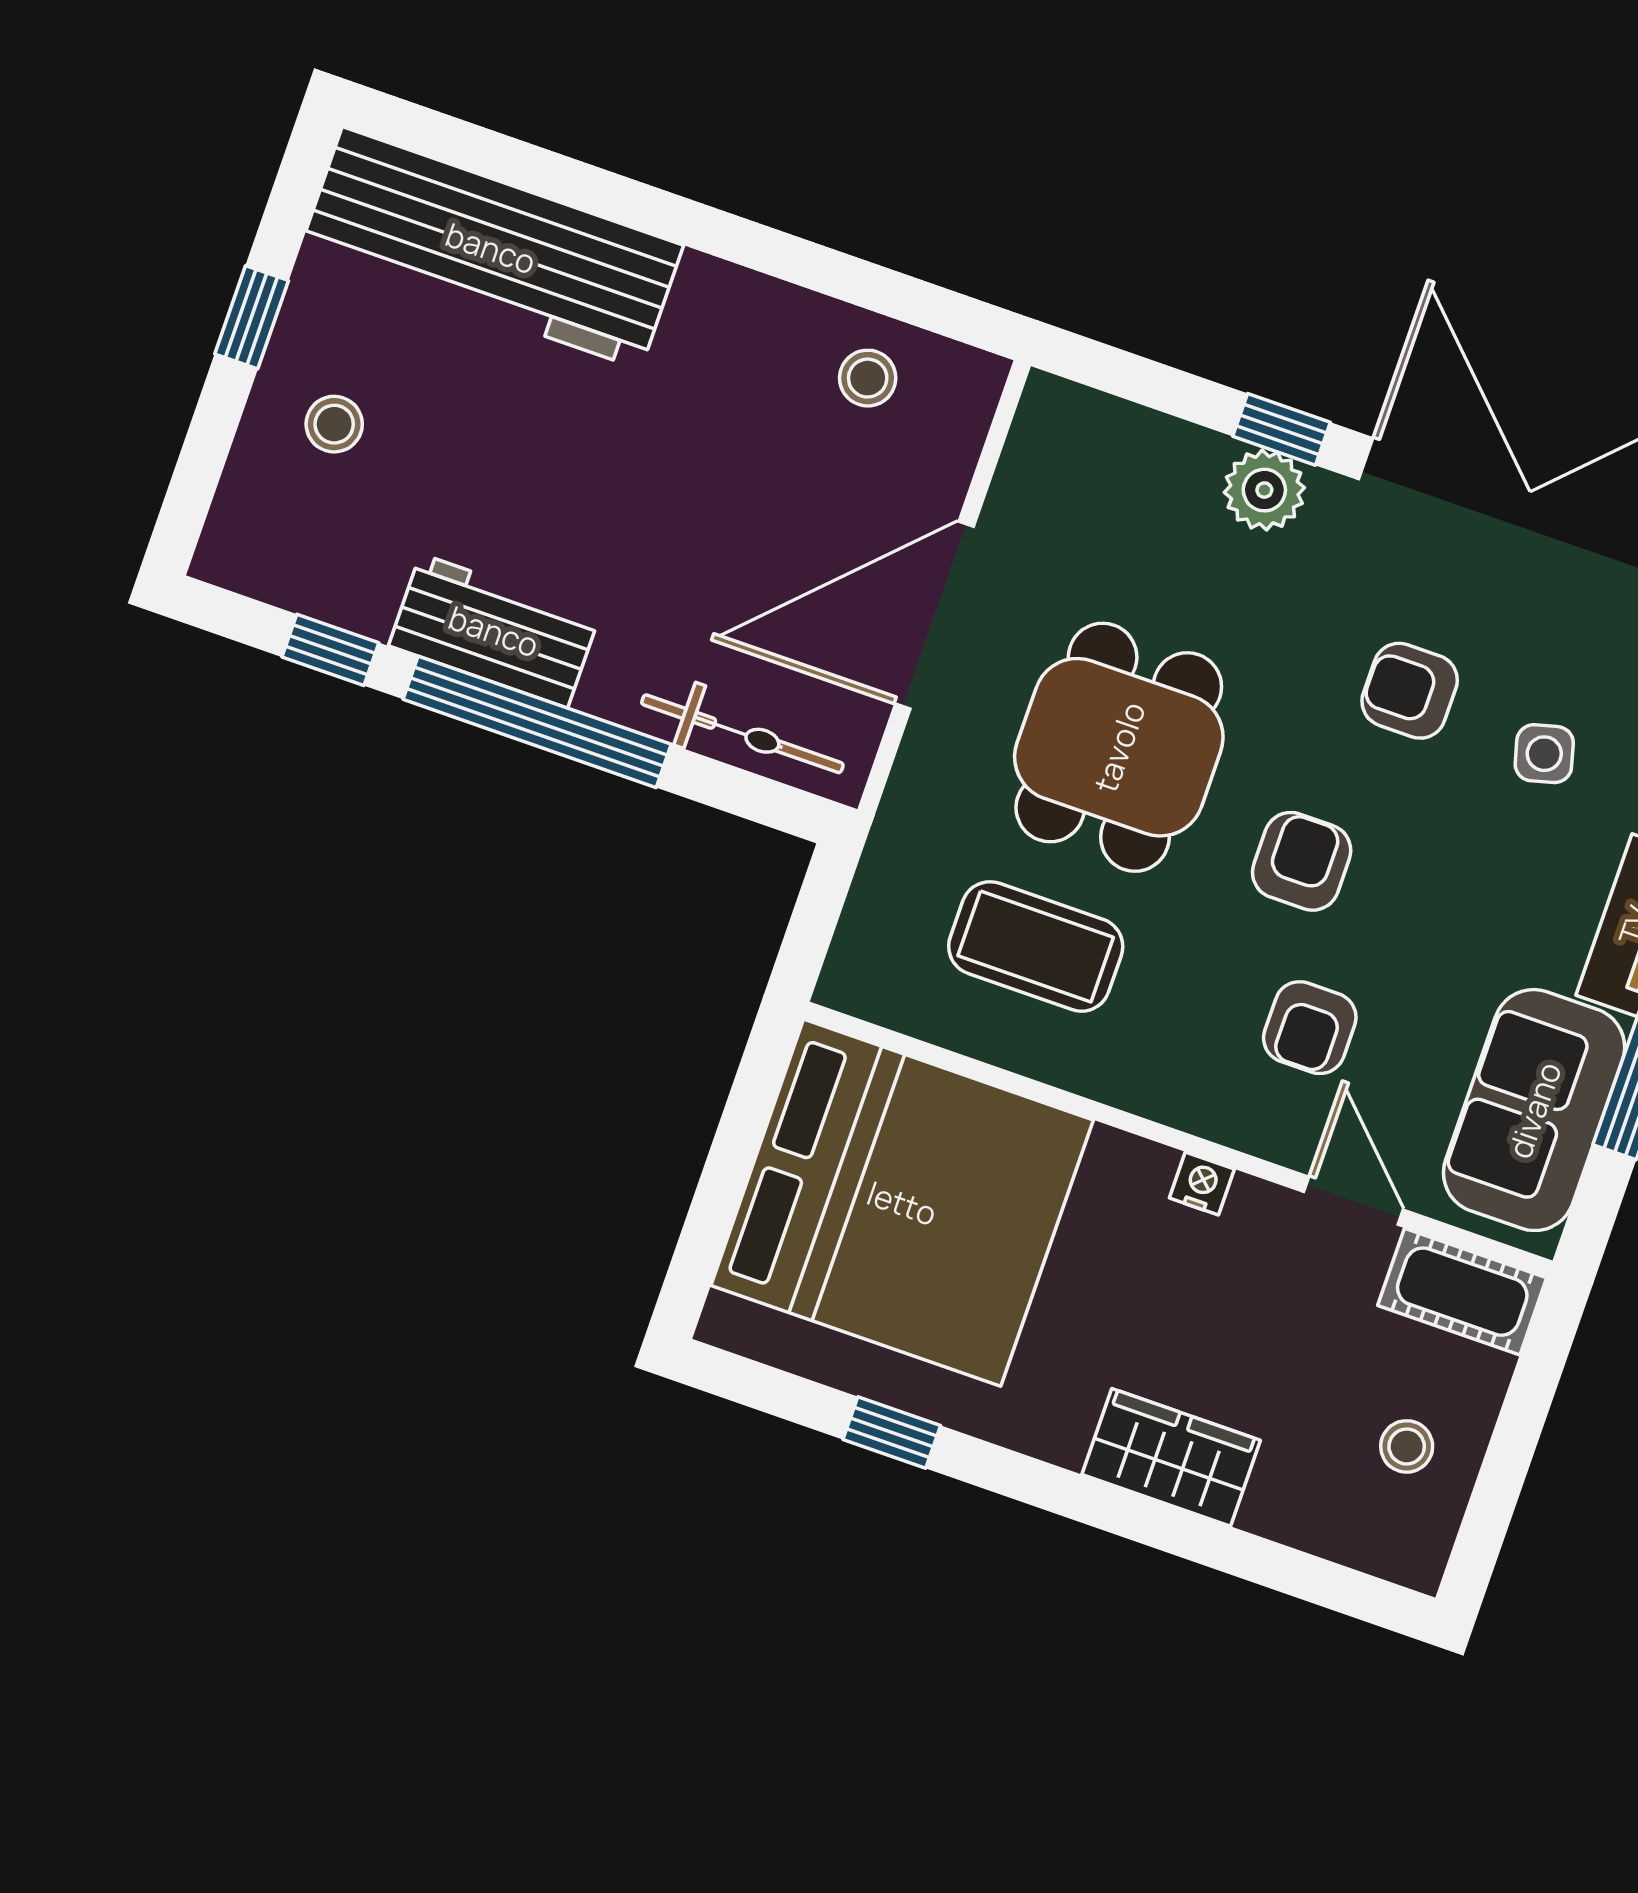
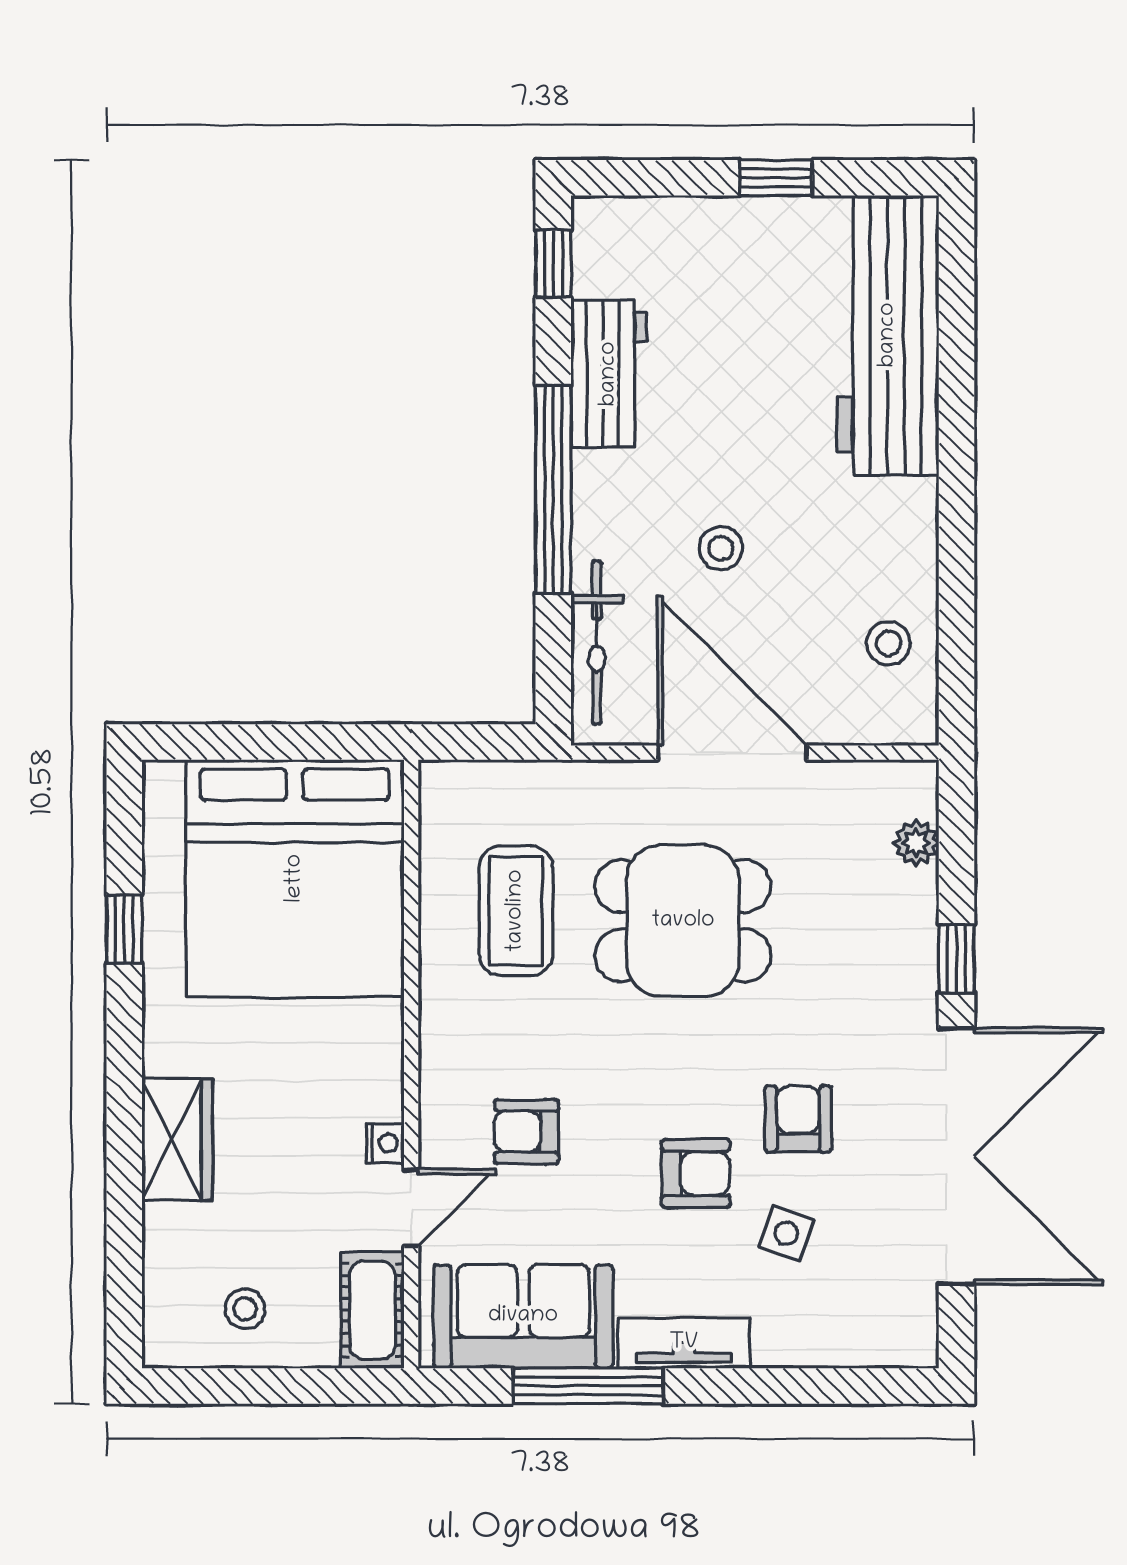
stool: (334, 424) -> (721, 548), moved
plant: (1264, 490) -> (916, 843), moved, width x0.73, depth x0.73
workbench: (494, 631) -> (609, 374), moved
window: (330, 650) -> (553, 264), moved
side table: (1544, 754) -> (786, 1233), turned 35
armchair: (1302, 861) -> (696, 1173), moved
nightstand: (1202, 1184) -> (385, 1143), moved

